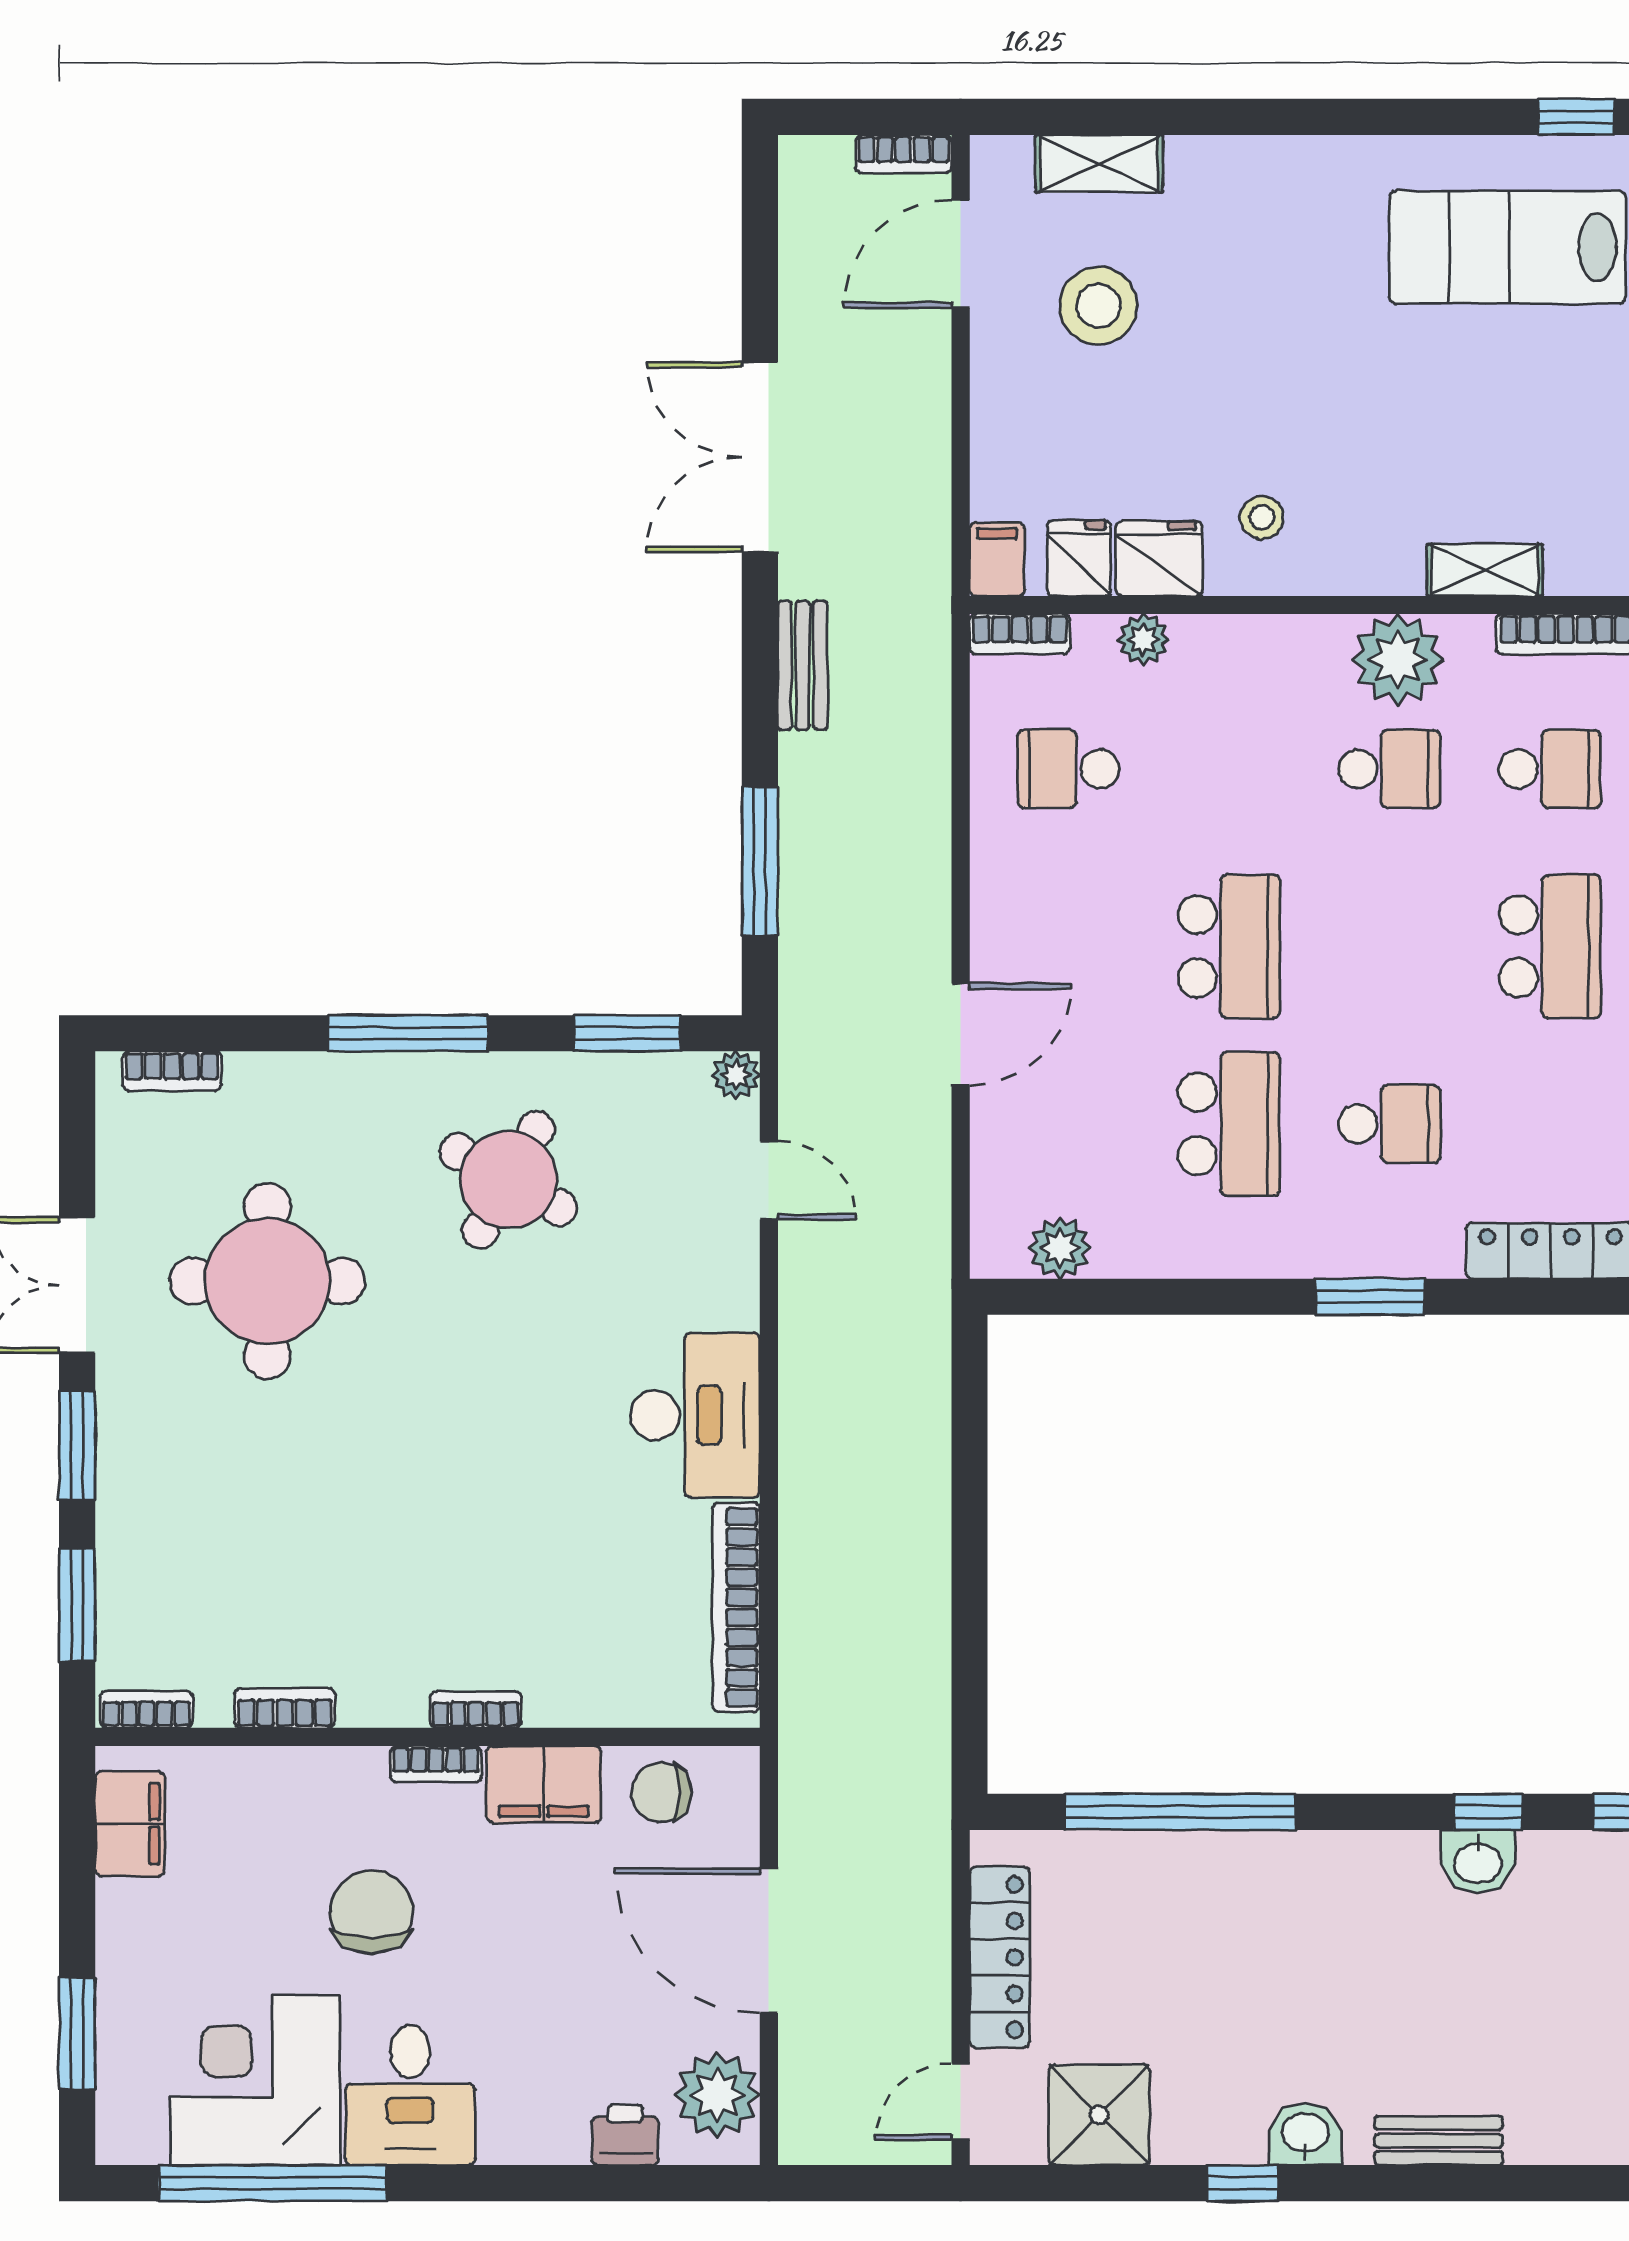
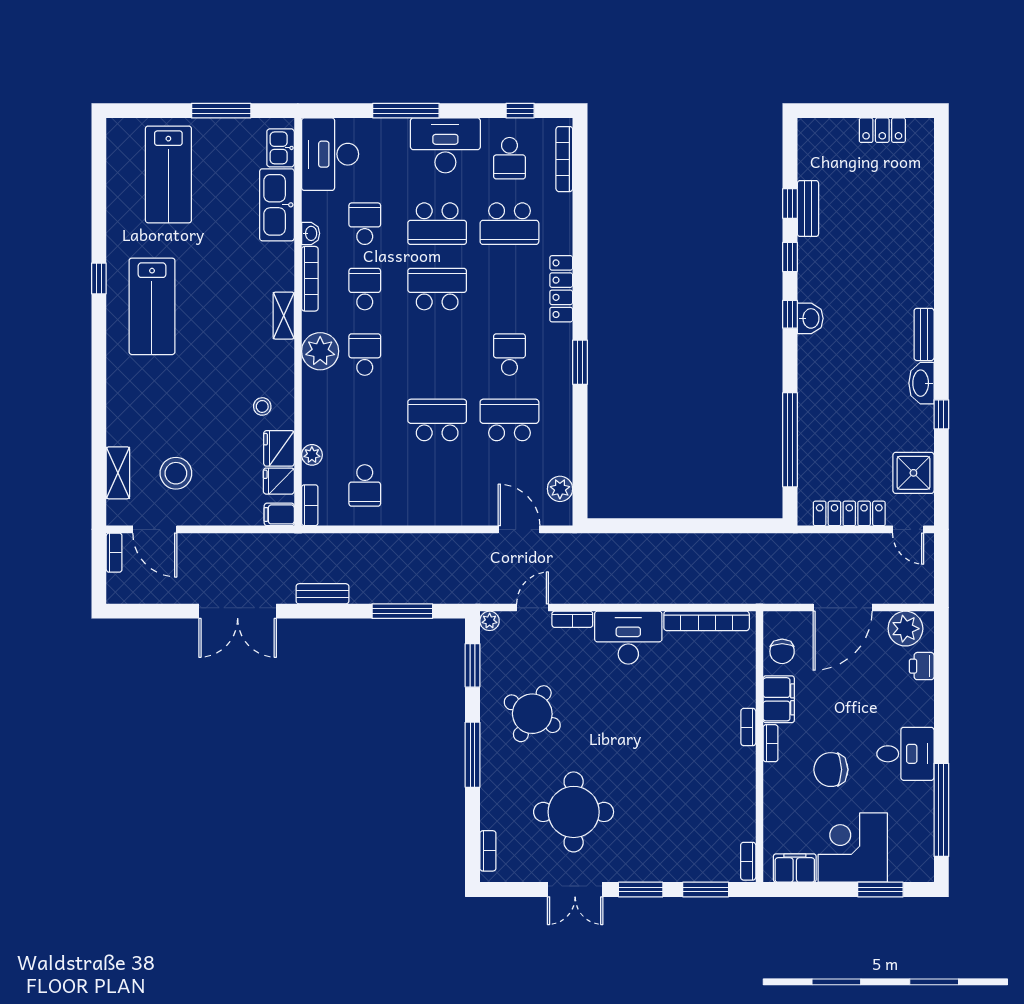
door: (961, 1034) -> (519, 529), moved
bookcase: (285, 1708) -> (572, 619), moved, turned -90
corner desk: (255, 2080) -> (853, 848), moved, turned 90
washbasin: (1305, 2134) -> (921, 383), width x1.38

